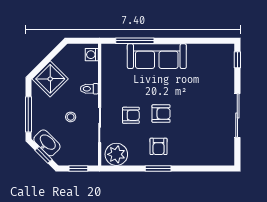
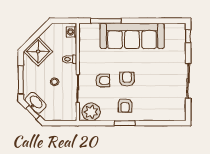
sofa: (157, 56) -> (132, 36), width x1.36, depth x1.27
armchair: (161, 114) -> (127, 79), turned -90
window: (78, 168) -> (61, 123), removed

